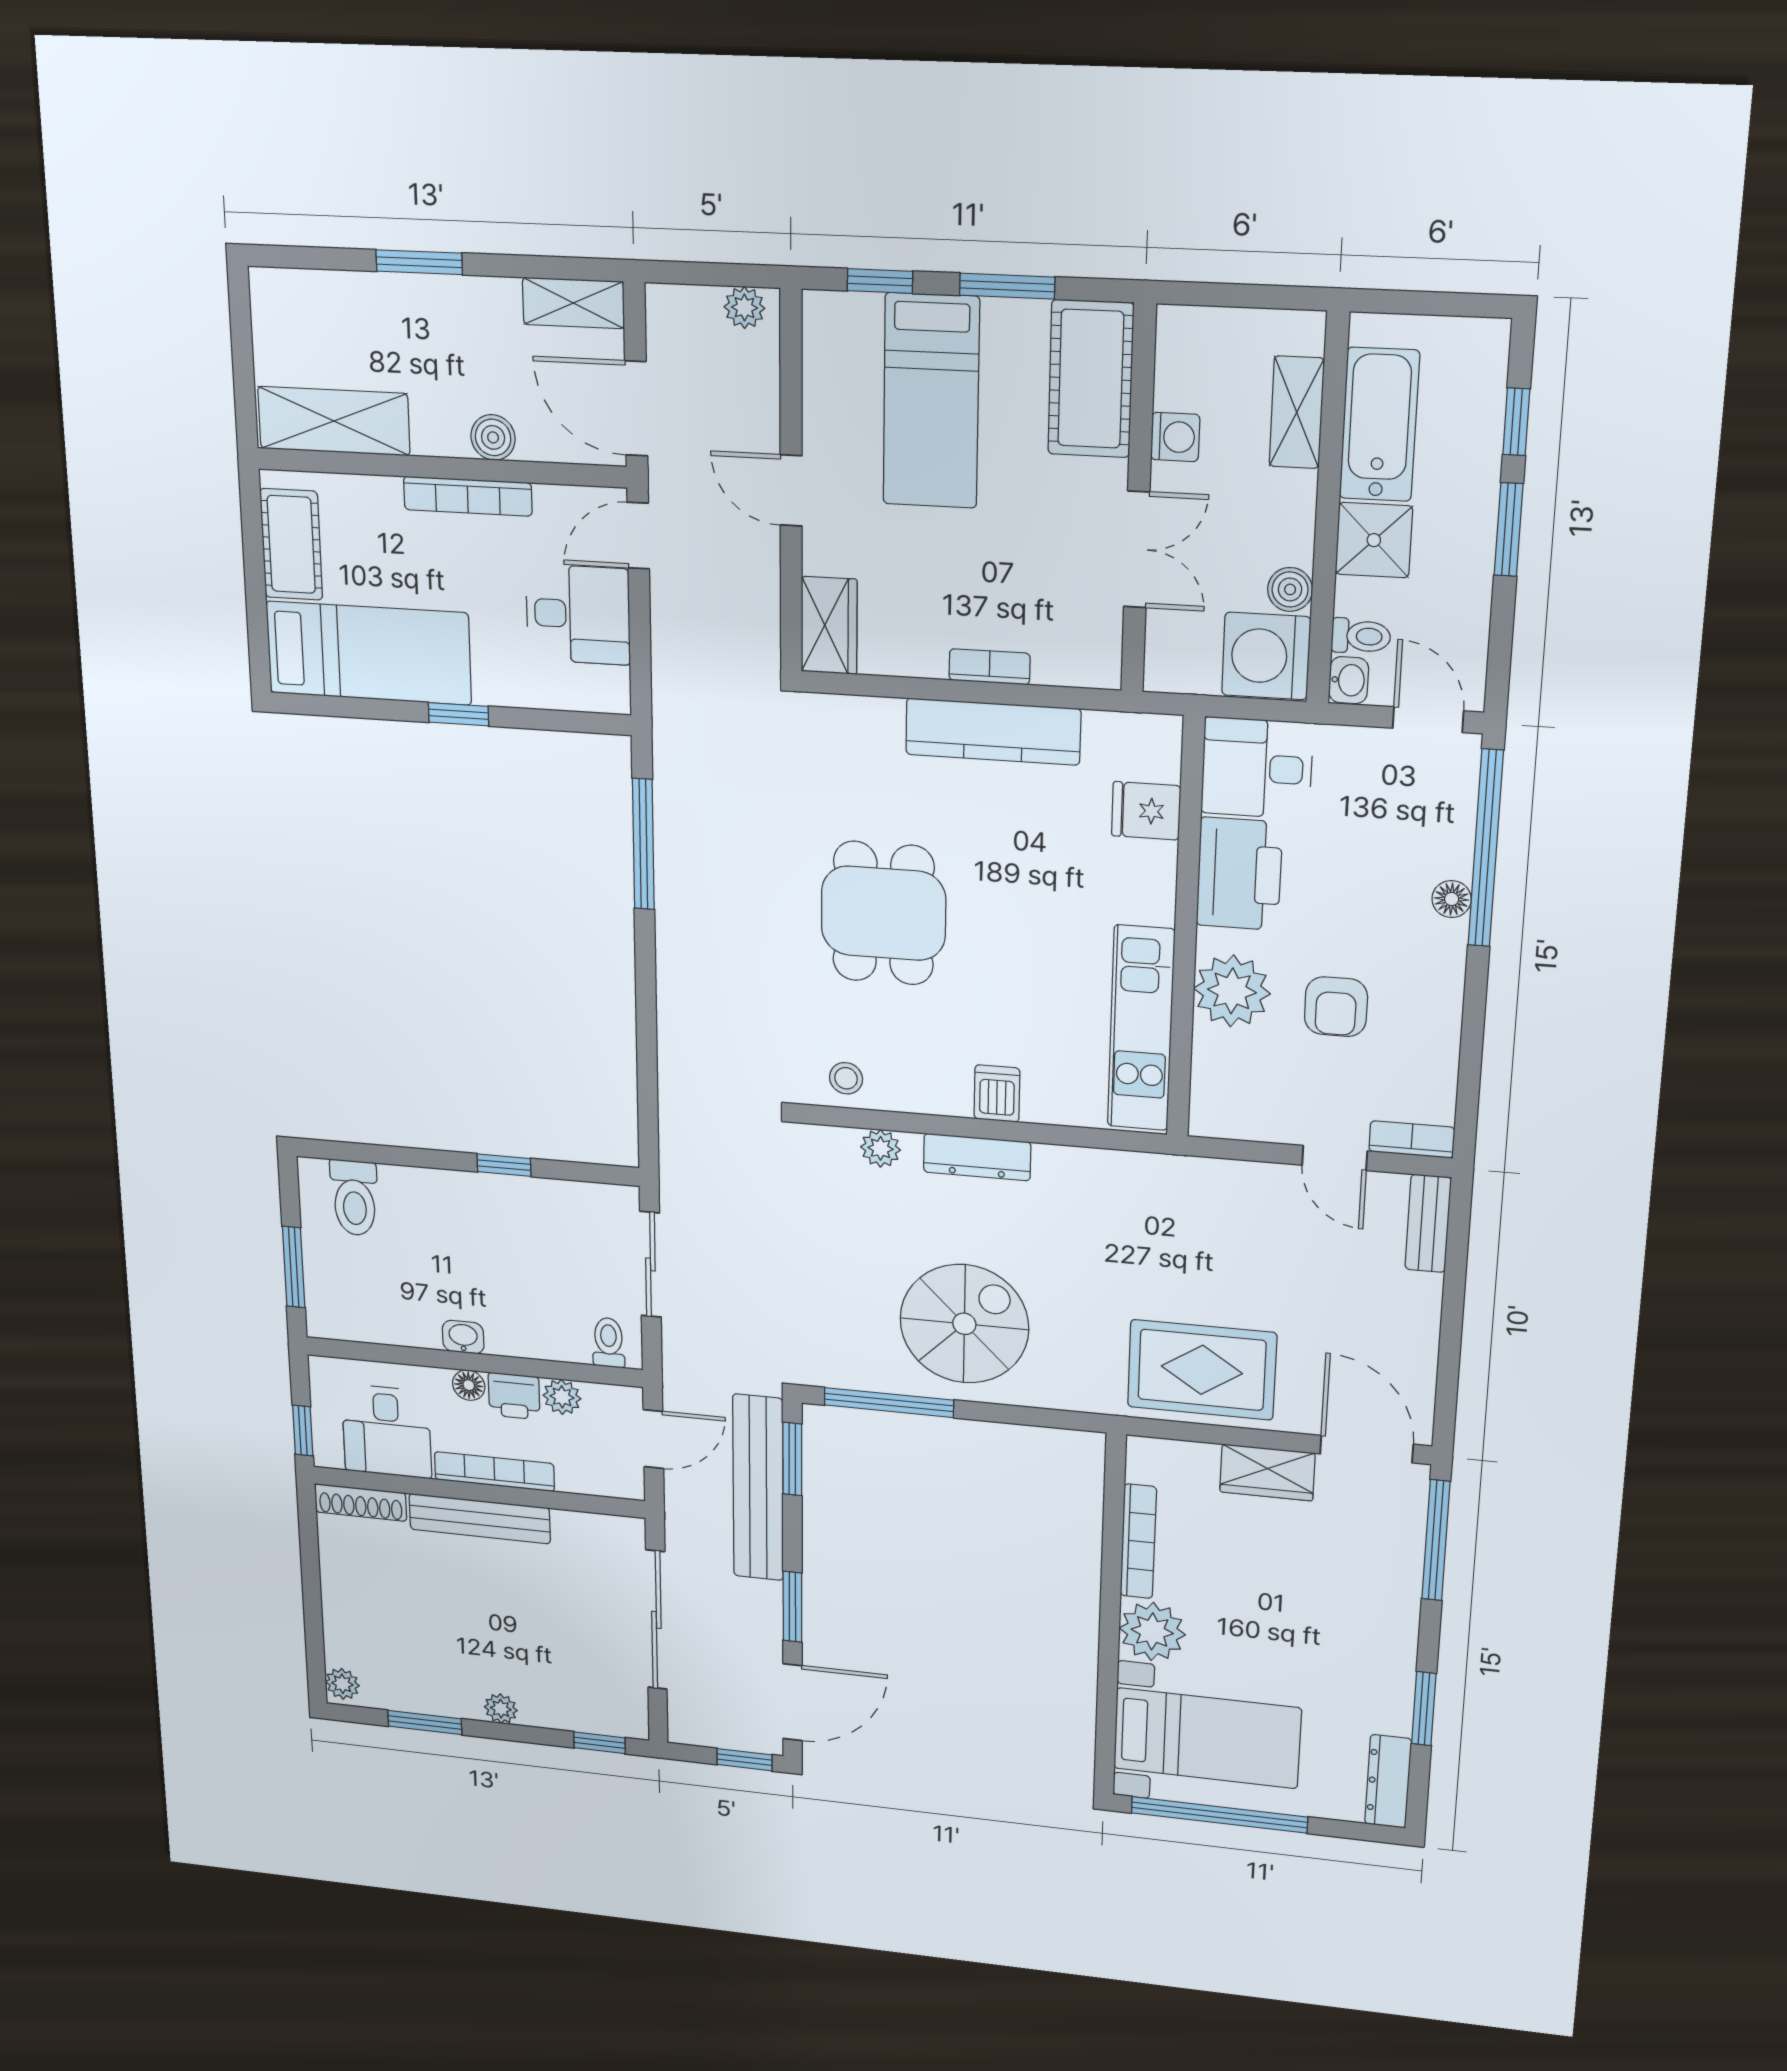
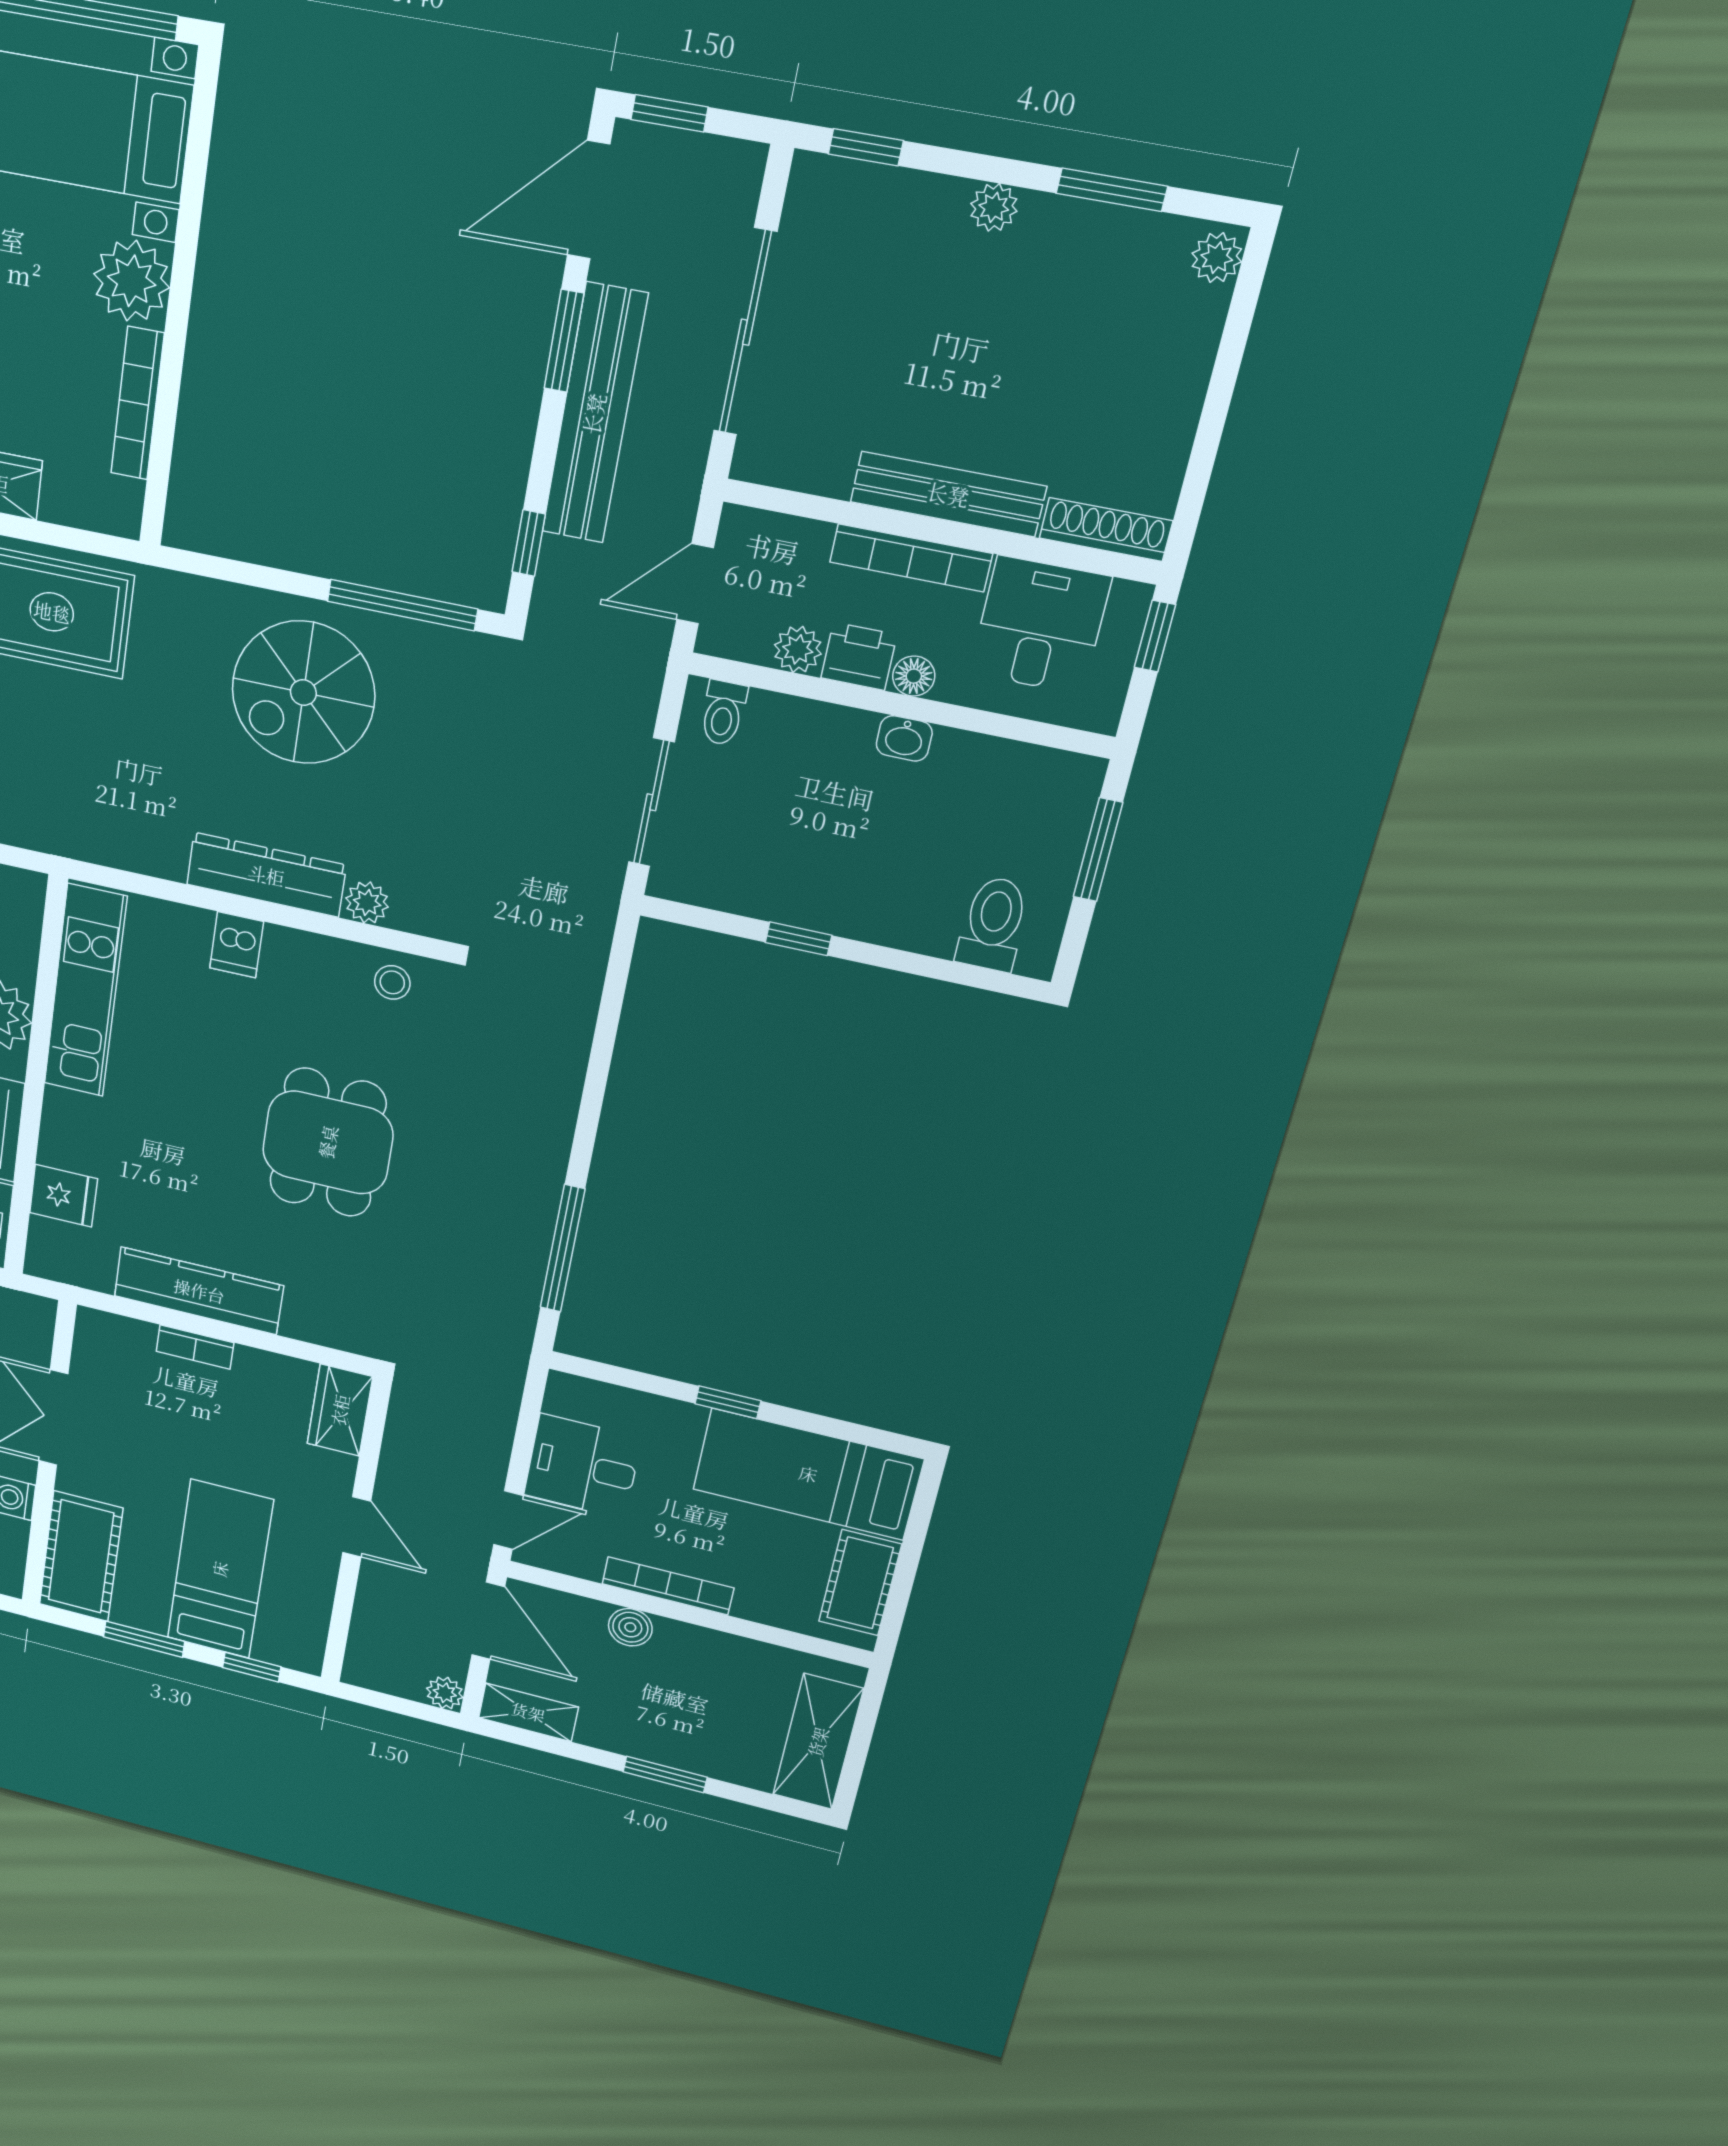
plant: (744, 308) -> (445, 1693), moved
shelving: (334, 421) -> (818, 1742), moved, turned 90
dresser: (977, 1157) -> (266, 875), width x1.37, depth x1.24
window: (792, 1459) -> (529, 543), width x0.67
bench: (758, 1488) -> (594, 414), moved

